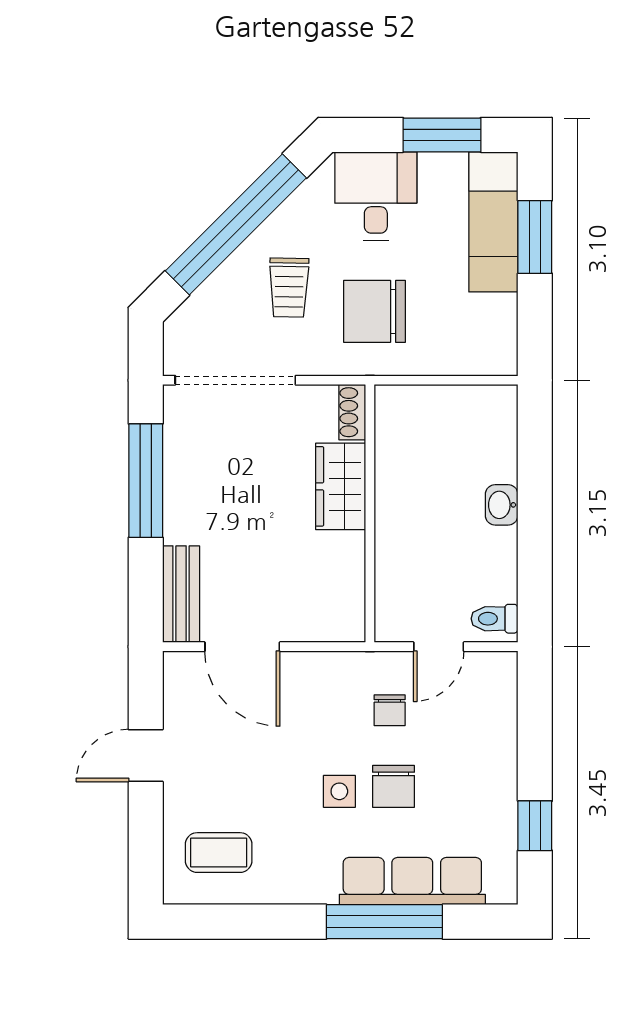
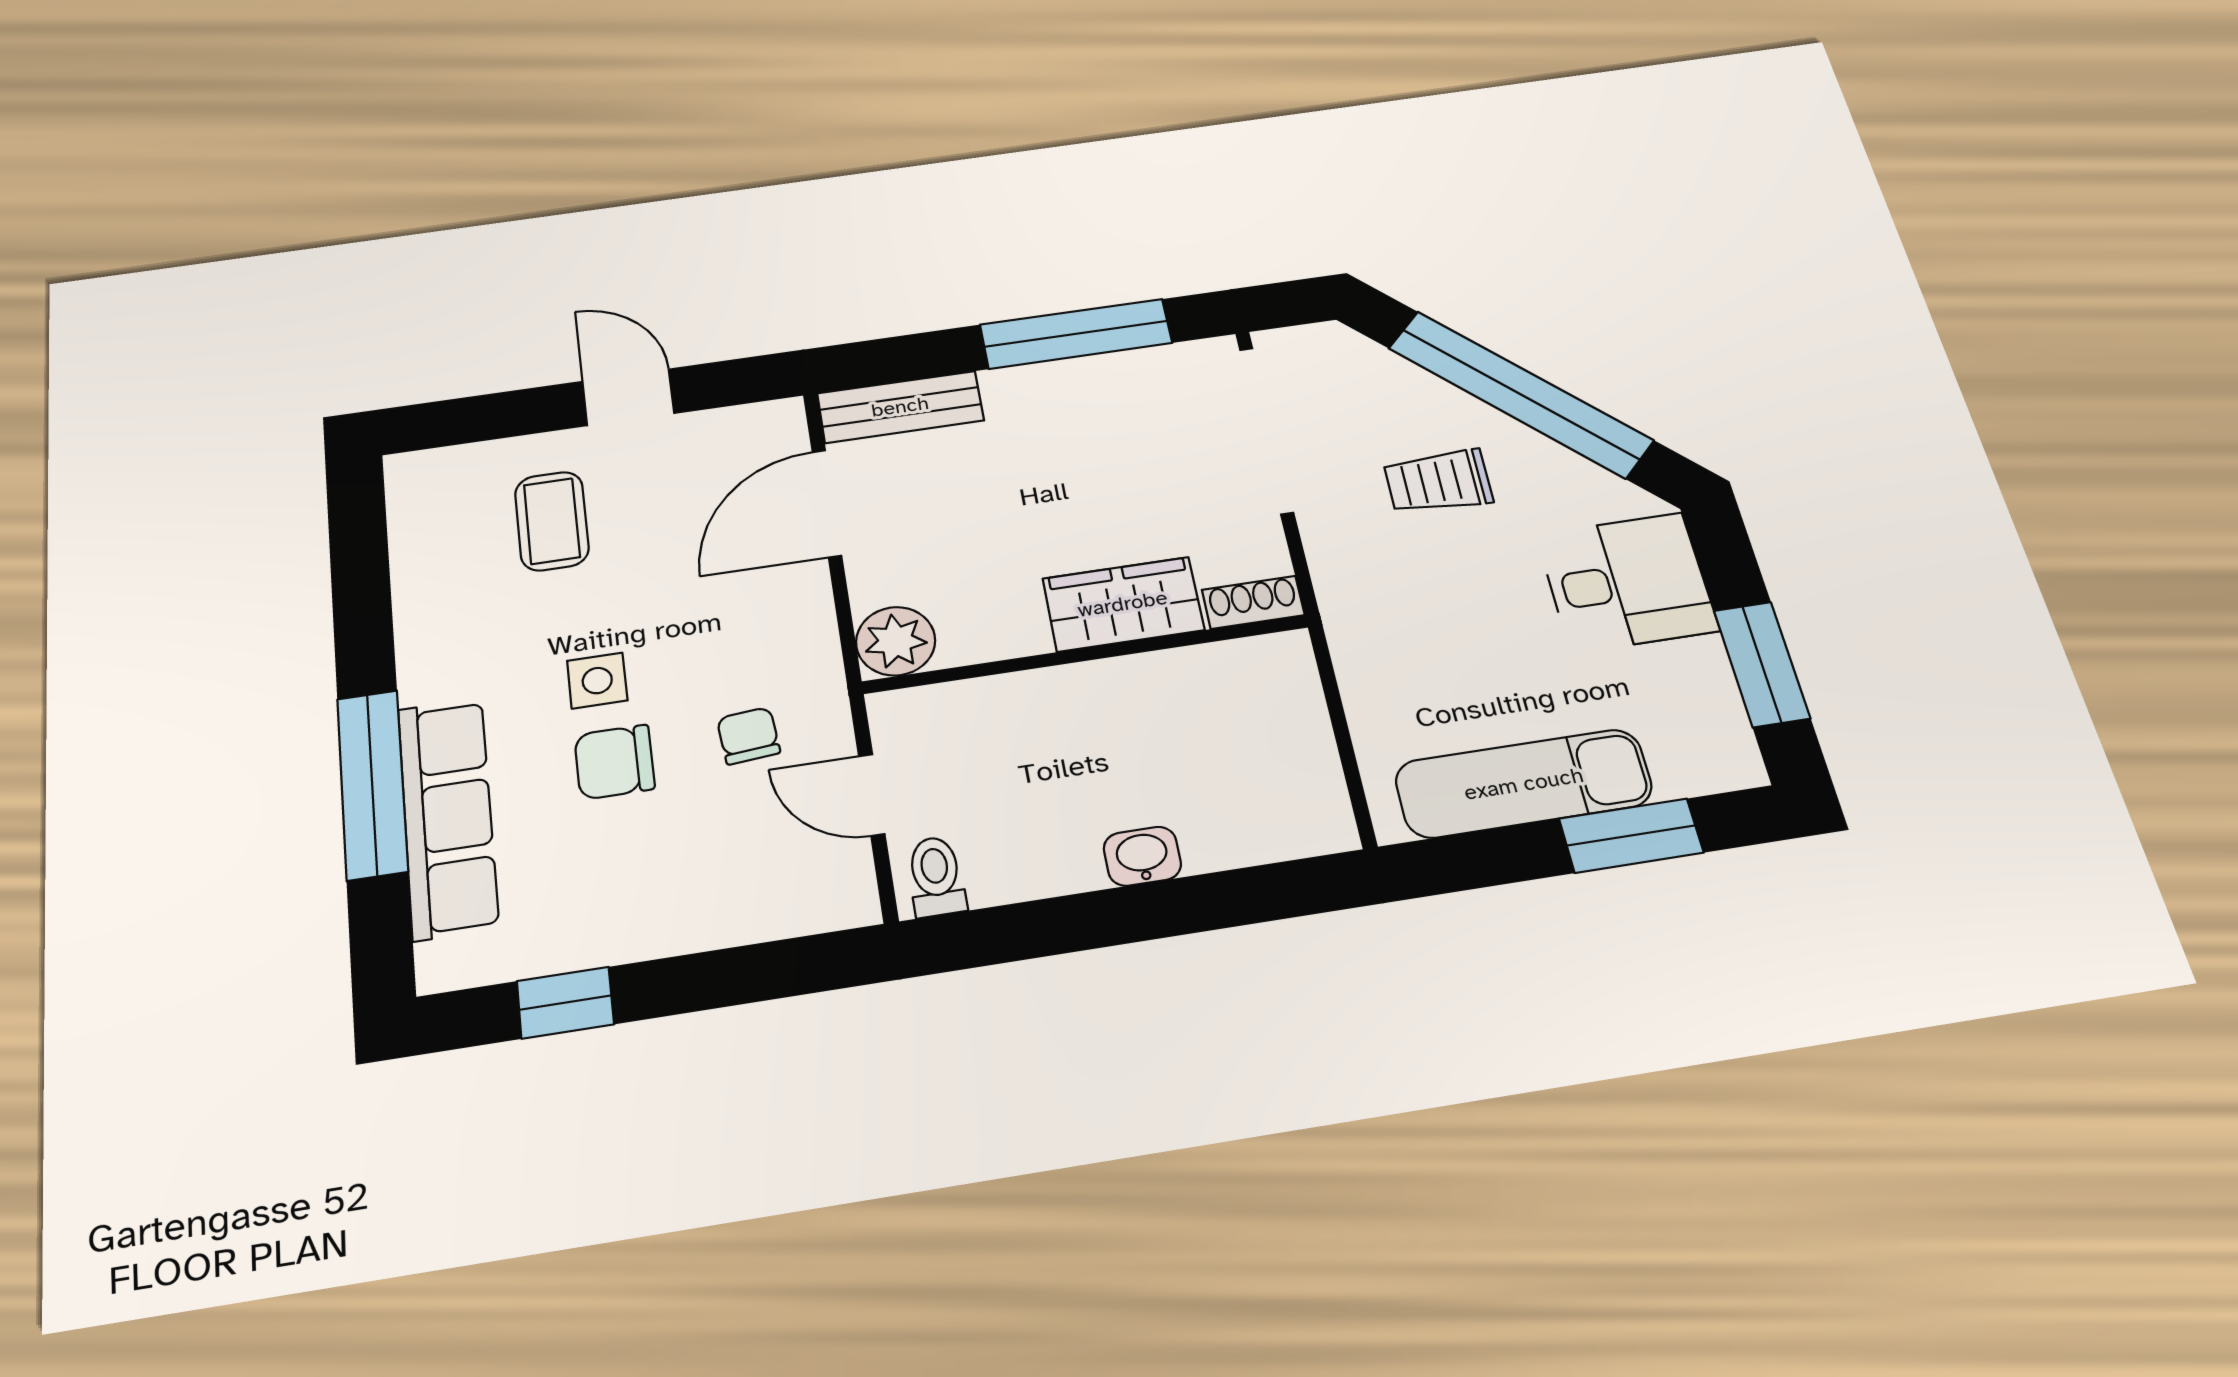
exam couch: (493, 222) -> (1524, 784), moved
chair: (375, 311) -> (1432, 610), removed
plant: (343, 620) -> (896, 641), added
chair: (390, 710) -> (748, 736), turned 85
coffee table: (219, 853) -> (552, 521), moved

